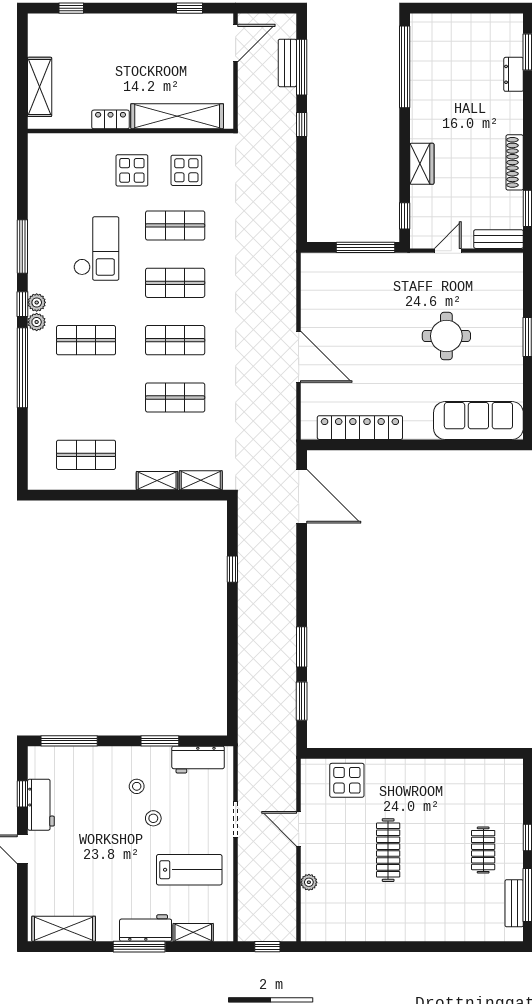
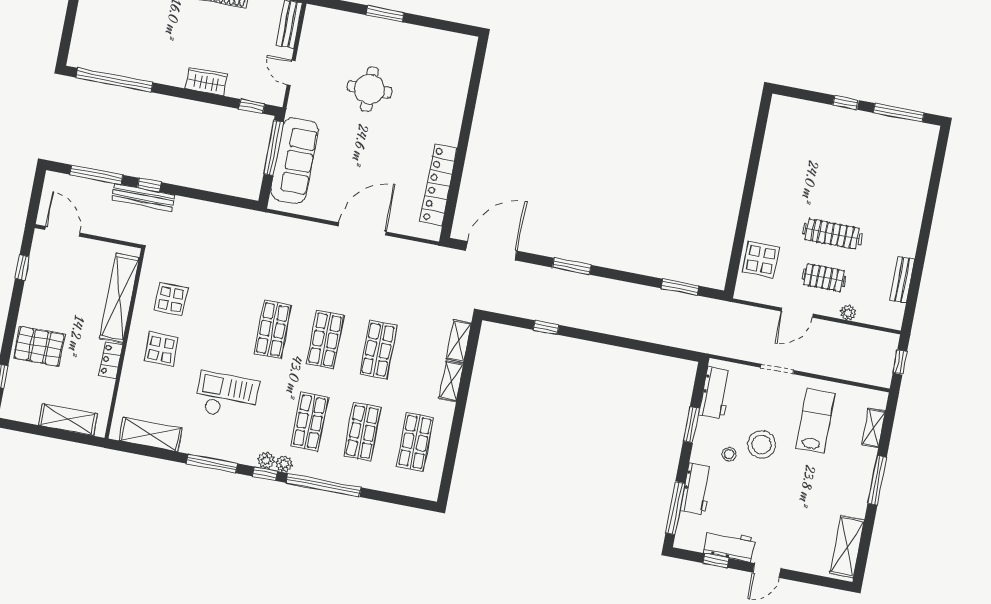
pallet: (110, 42) -> (39, 346), added
bench: (287, 63) -> (143, 197), moved, width x1.36
shelving: (40, 176) -> (151, 435), added
shop shelf: (175, 225) -> (362, 432), moved
sofa: (478, 421) -> (294, 160), moved, turned 180
window: (302, 647) -> (572, 266), moved
stool: (153, 818) -> (761, 444), width x1.89, depth x1.89
clothes rail: (483, 850) -> (824, 278), moved
bench: (514, 903) -> (902, 280), moved, turned 90
workbench: (146, 928) -> (697, 489), moved, turned 180

